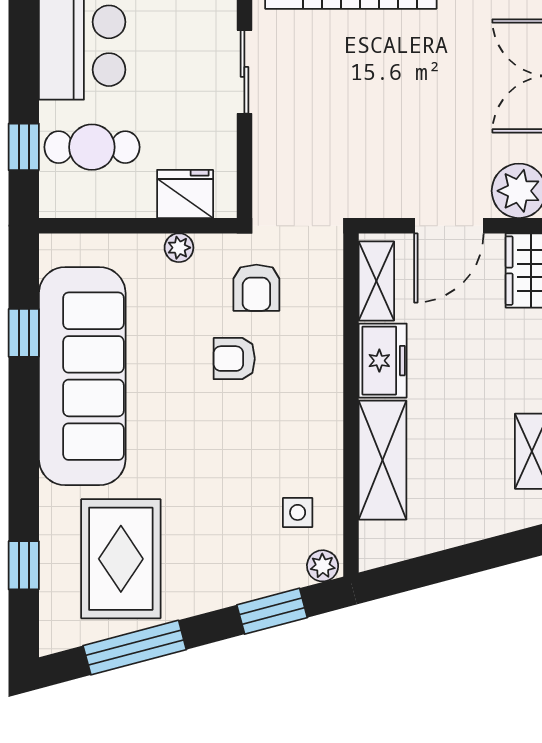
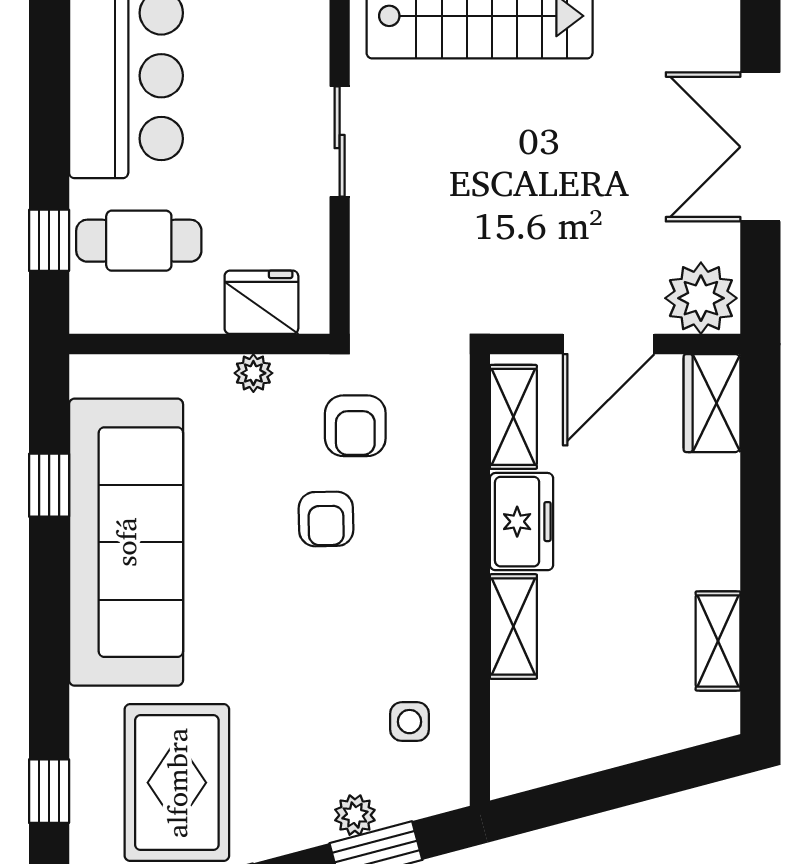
armchair: (234, 359) -> (326, 519), turned -91
shelving: (382, 460) -> (513, 627), width x0.67, depth x0.75
plant: (323, 566) -> (355, 815), moved

